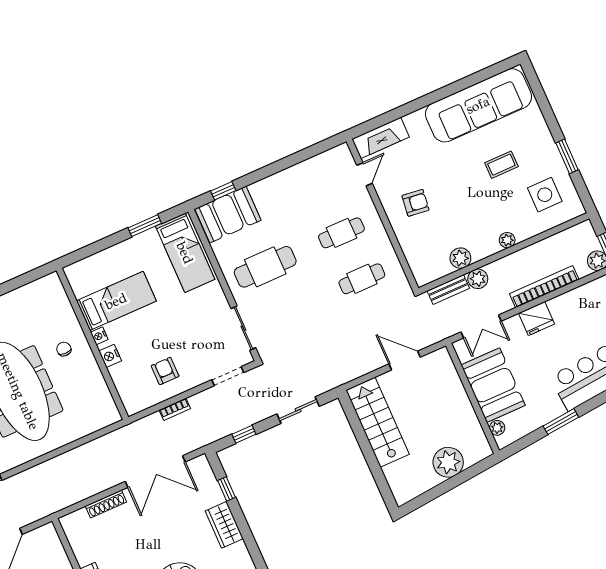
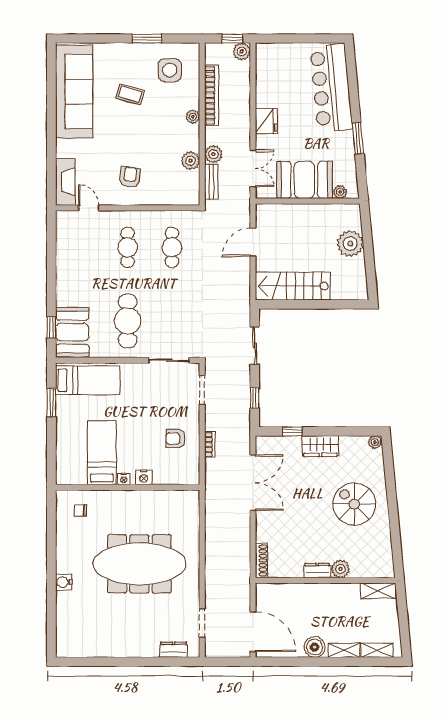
coffee table: (501, 165) -> (130, 94), turned -74
bookcase: (544, 287) -> (212, 95), moved, turned 180
chair: (64, 349) -> (80, 511), moved
shoe rack: (106, 504) -> (261, 560), moved

